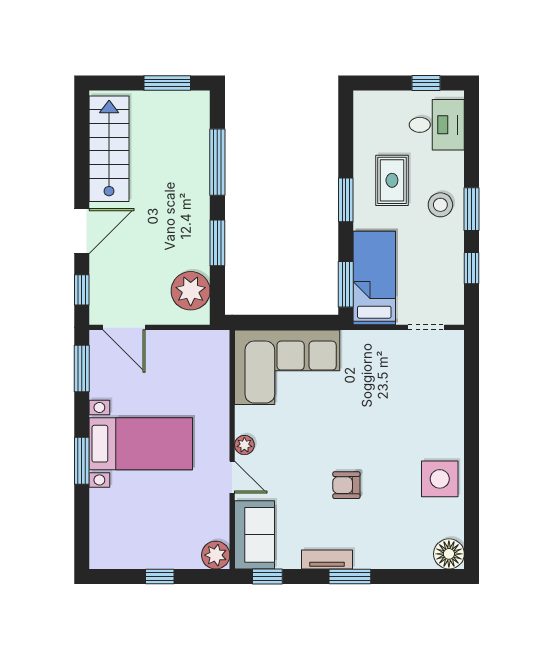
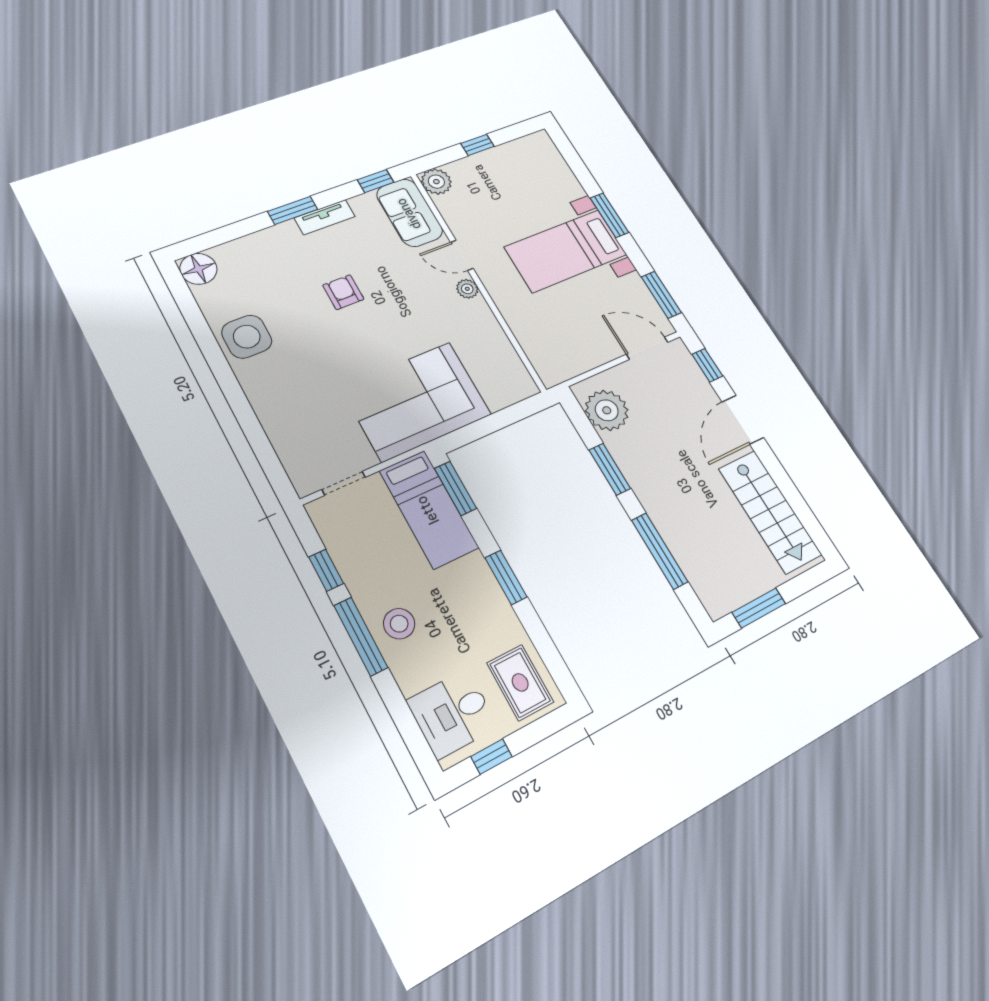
rug: (392, 180) -> (520, 682), moved
window: (472, 209) -> (361, 636), width x1.44
corner sofa: (287, 367) -> (416, 401), moved
armchair: (346, 485) -> (343, 292), turned -90

